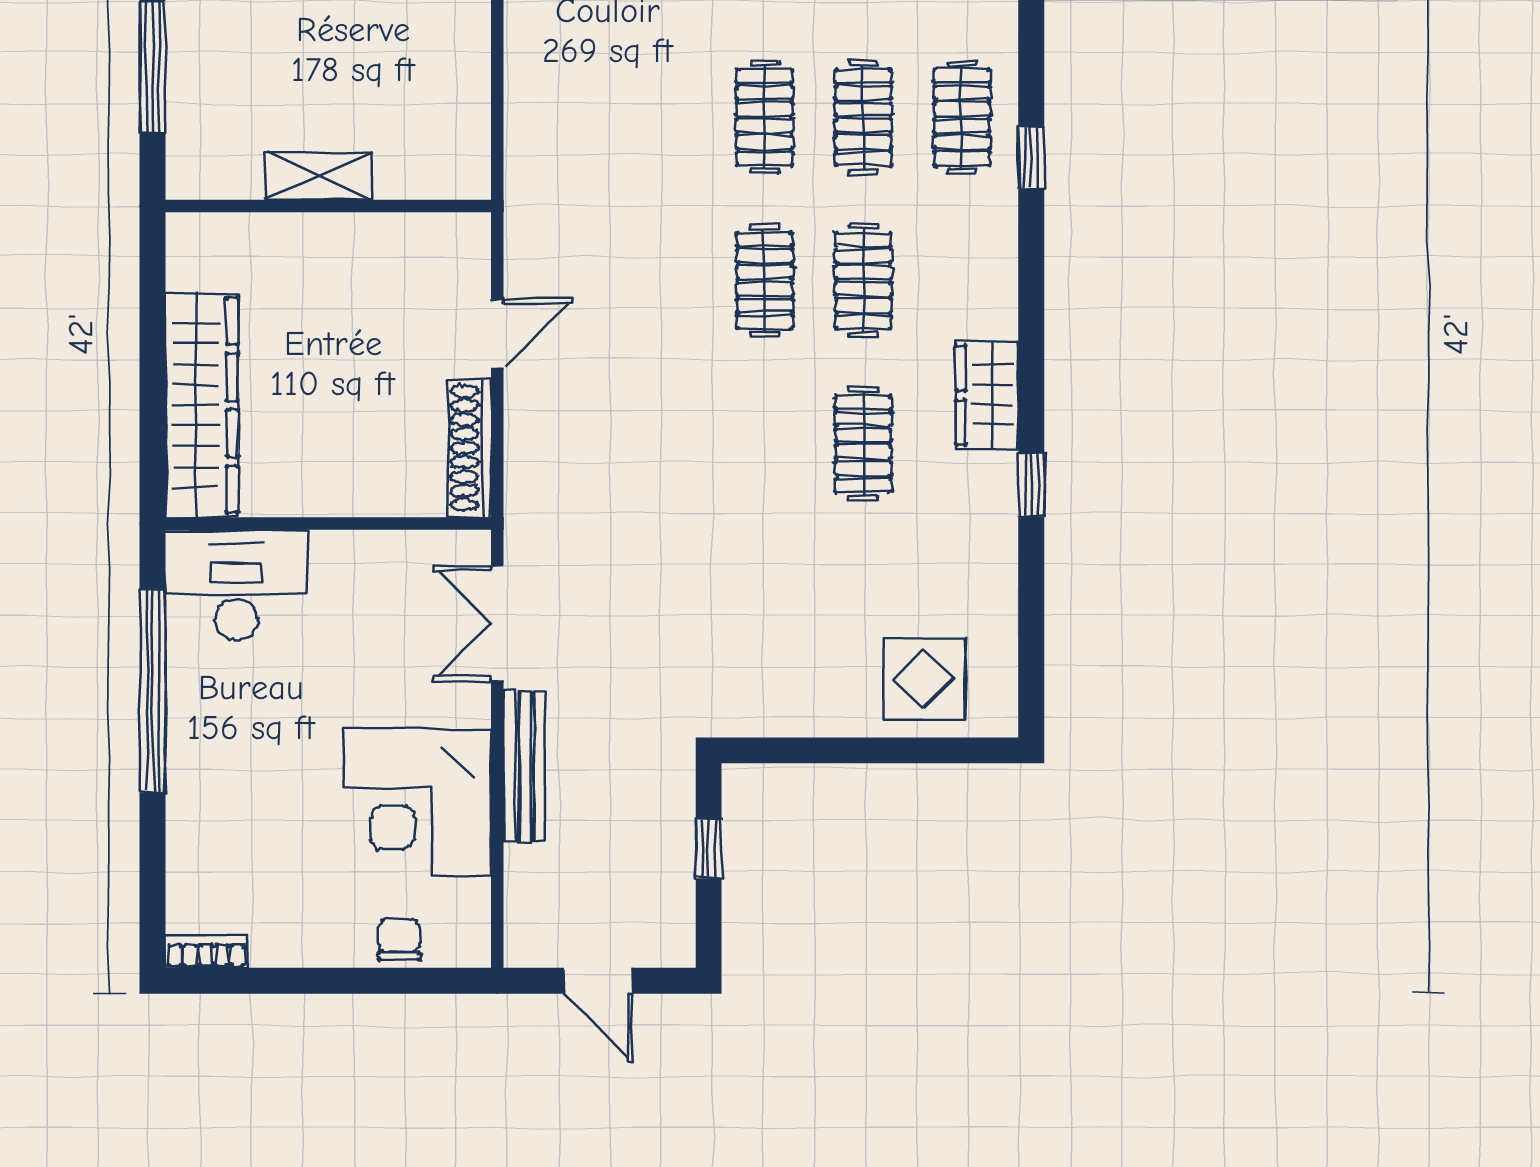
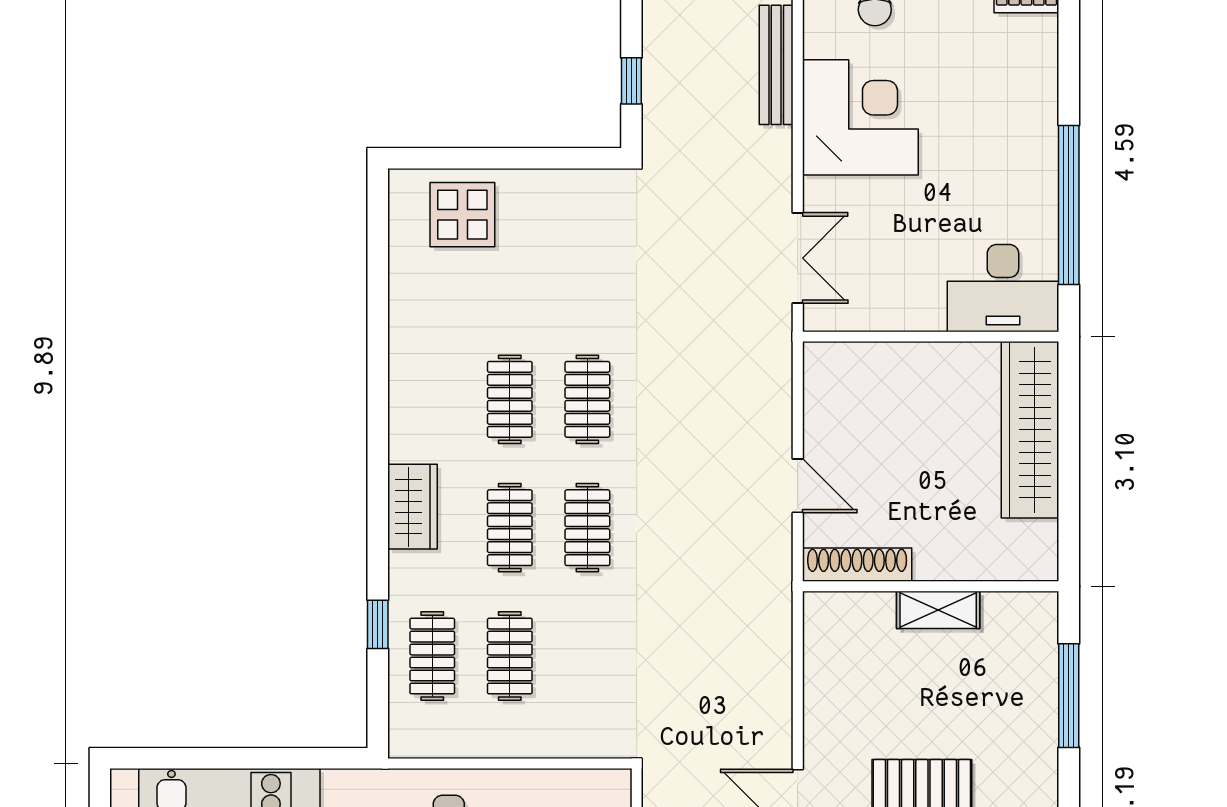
clothes rail: (765, 117) -> (587, 399), moved
door: (497, 334) -> (798, 486), swing flipped
wardrobe: (987, 395) -> (412, 507), moved
shoe rack: (470, 448) -> (857, 565), moved, turned -90
window: (1031, 484) -> (378, 367), removed
bench: (525, 766) -> (776, 65), moved

